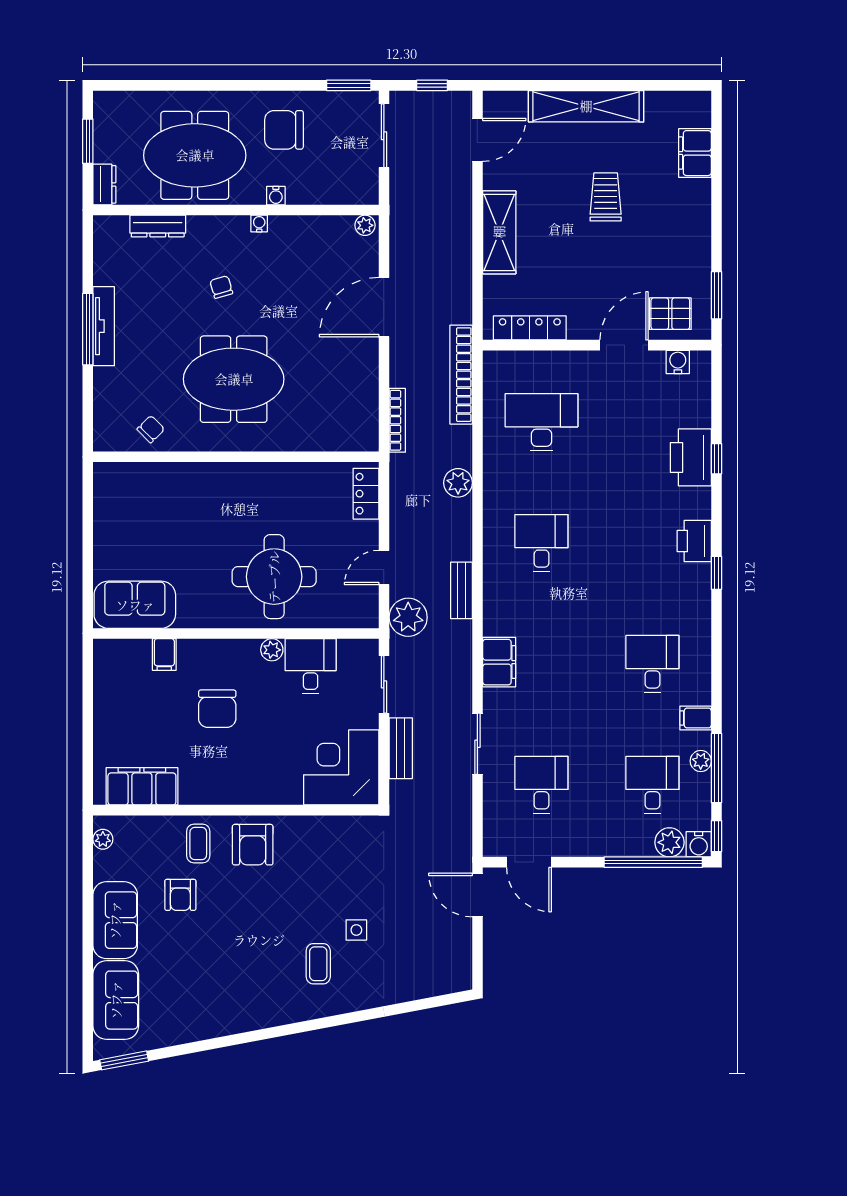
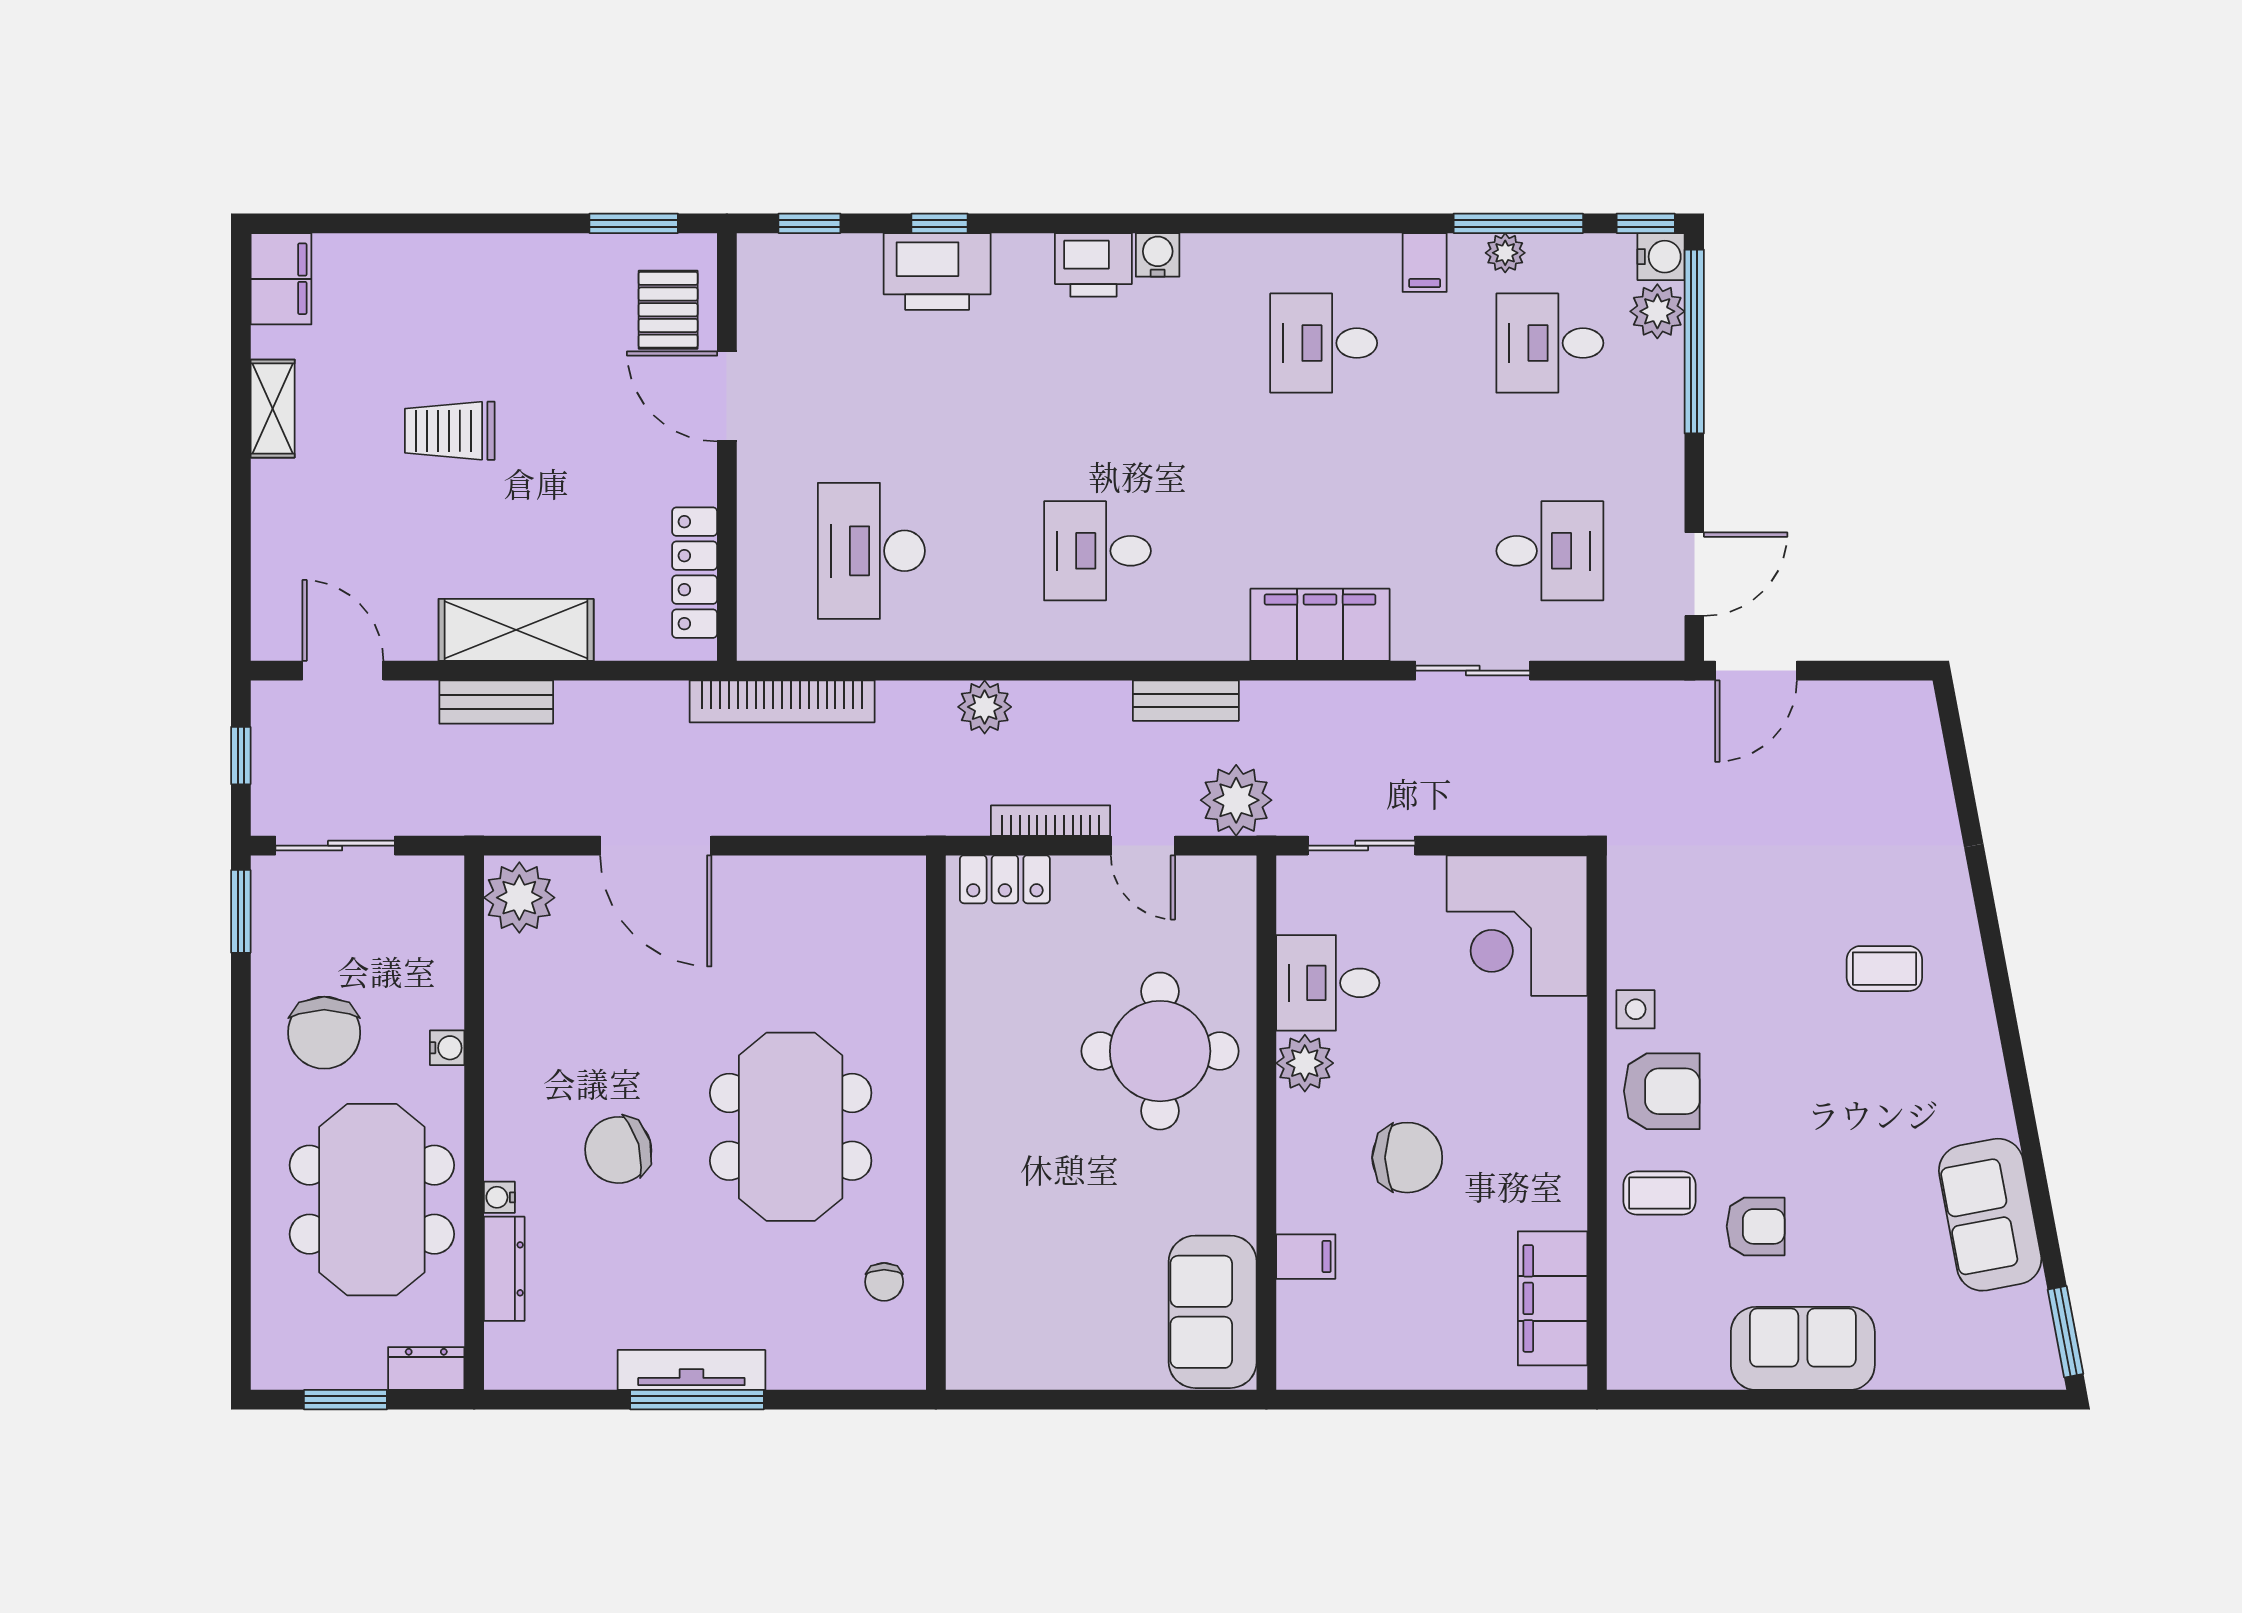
shelving: (586, 106) -> (273, 409), width x0.45, depth x0.75
filing cabinet: (695, 153) -> (281, 279), moved, turned -90
water cooler: (259, 224) -> (499, 1197), moved
plant: (365, 225) -> (519, 898), width x1.88, depth x1.88
chair: (221, 287) -> (618, 1150), width x1.87, depth x1.87
water cooler: (678, 362) -> (1158, 255), moved, turned 90
bookcase: (397, 420) -> (1051, 821), moved
chair: (151, 429) -> (884, 1282), turned -135
window: (716, 573) -> (809, 223), moved
plant: (272, 650) -> (1305, 1063), width x1.38, depth x1.38
filing cabinet: (499, 662) -> (1320, 625), width x1.50, depth x1.17
bench: (401, 748) -> (496, 702), moved
desk: (541, 785) -> (1550, 551), turned 180
plant: (103, 839) -> (1652, 1371), removed
side table: (356, 930) -> (1636, 1009), moved
sofa: (116, 1000) -> (1990, 1215), moved, turned -101

